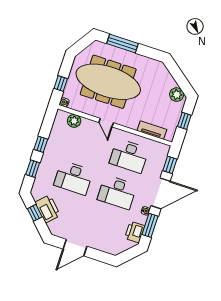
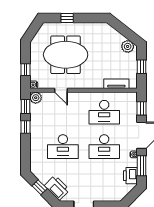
window: (123, 44) -> (67, 18), width x0.46
meeting table: (108, 82) -> (66, 55), width x0.73
plant: (74, 121) -> (36, 98), moved
door: (106, 123) -> (61, 90), moved
window: (33, 169) -> (25, 106), moved
printer: (48, 209) -> (57, 188), moved

